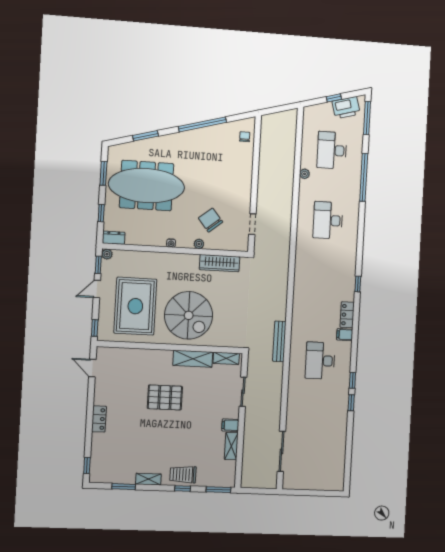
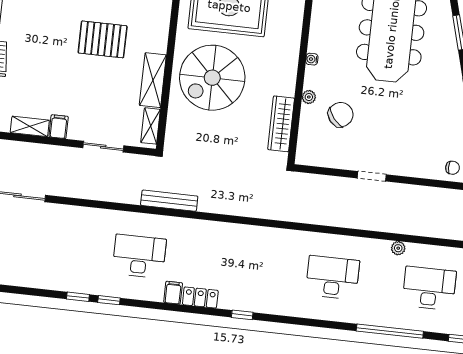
doorway: (252, 224) -> (372, 176), moved
pallet: (165, 397) -> (103, 39), turned 90

